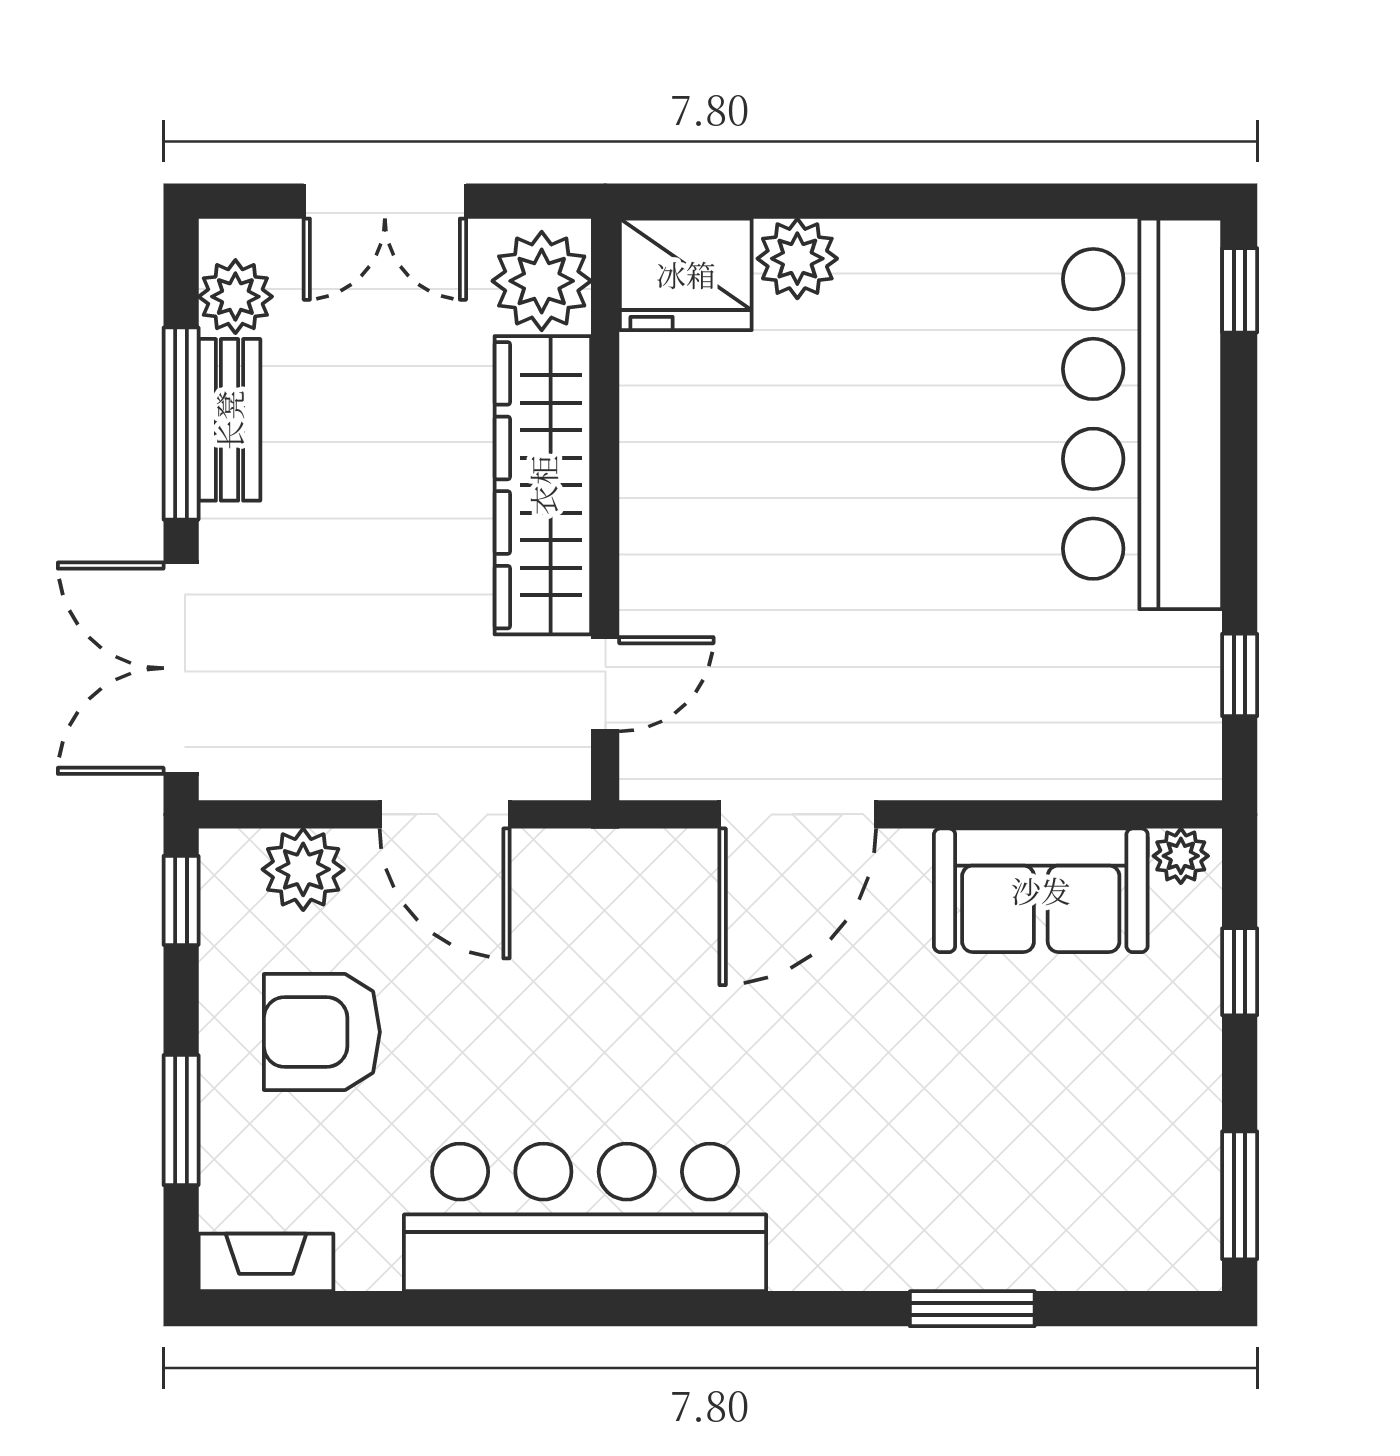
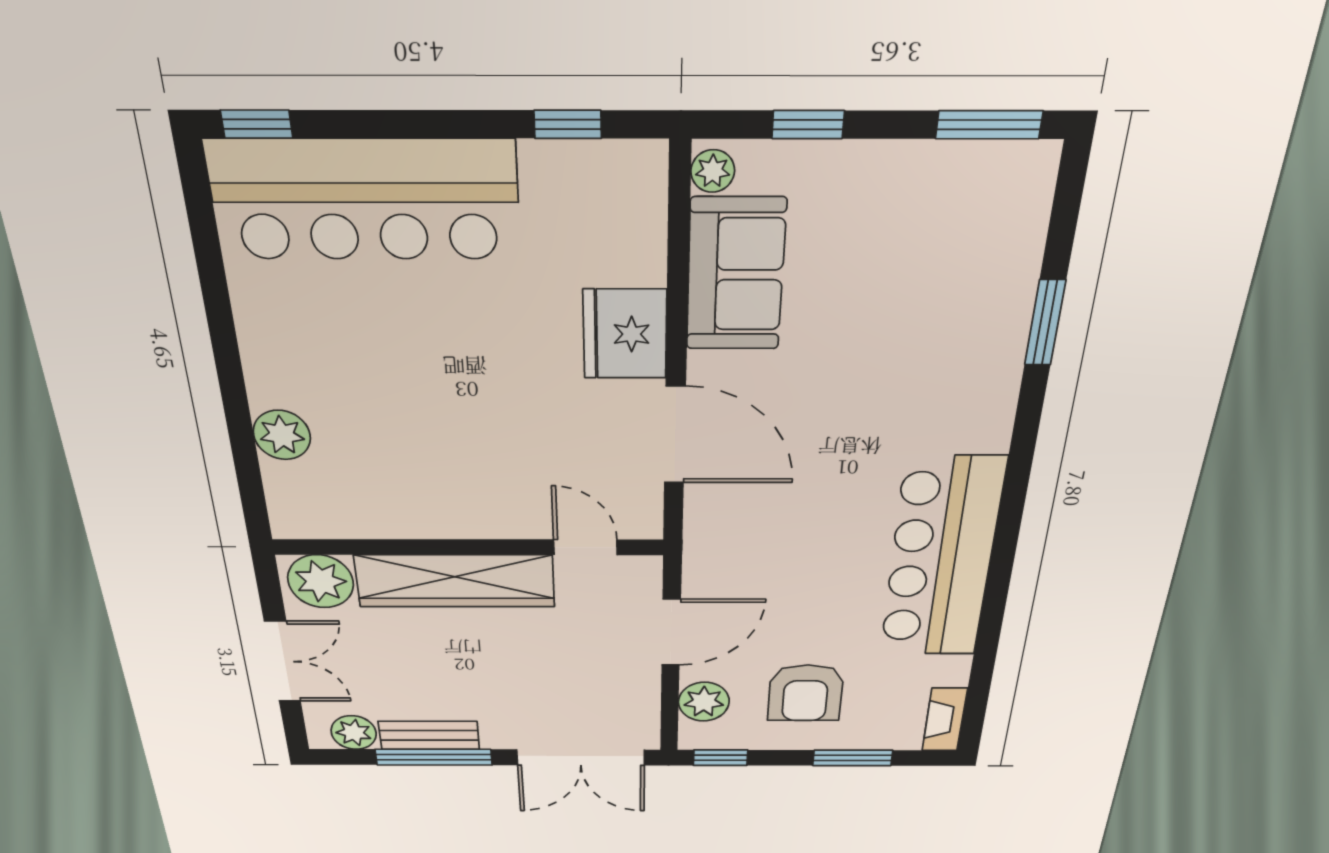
fridge: (686, 274) -> (625, 334), moved, turned 180

